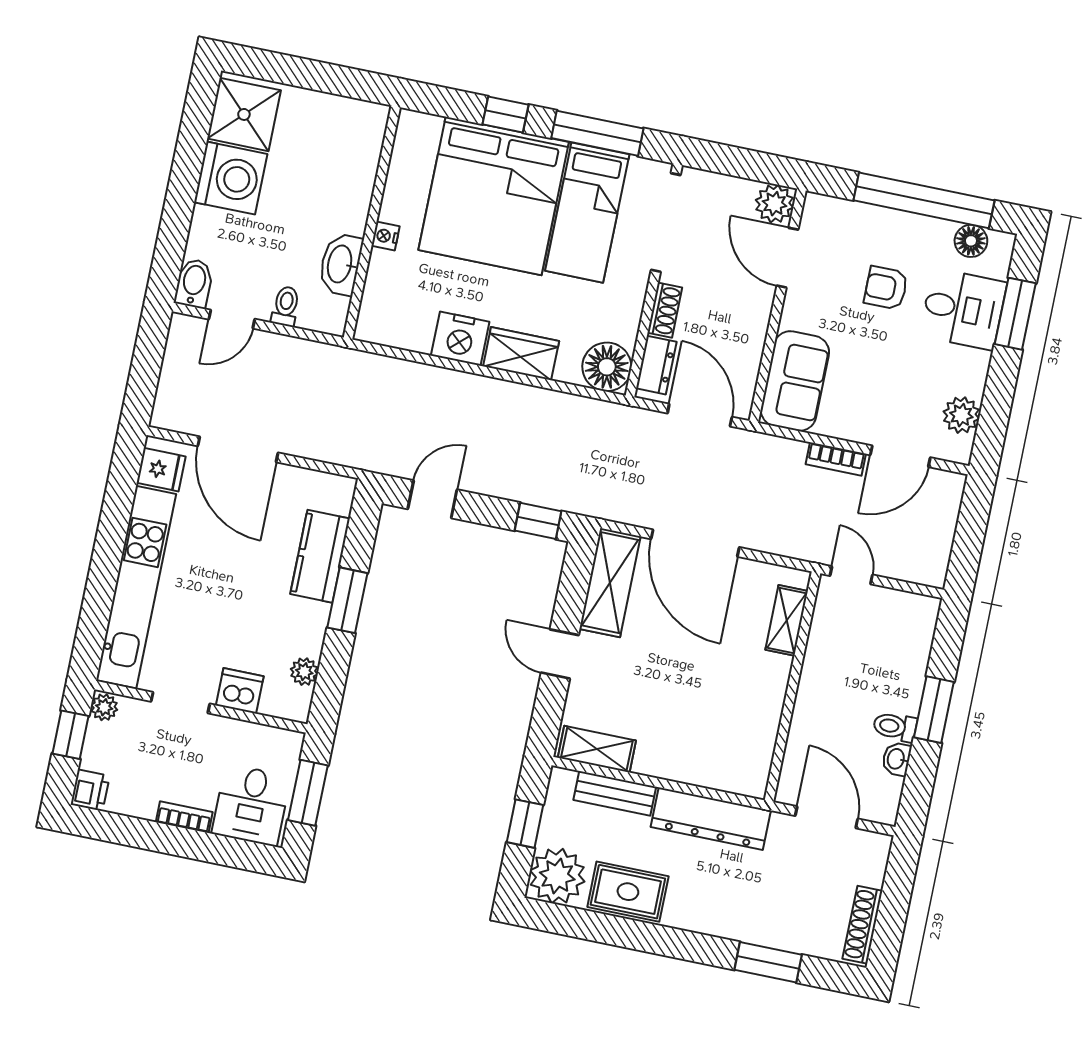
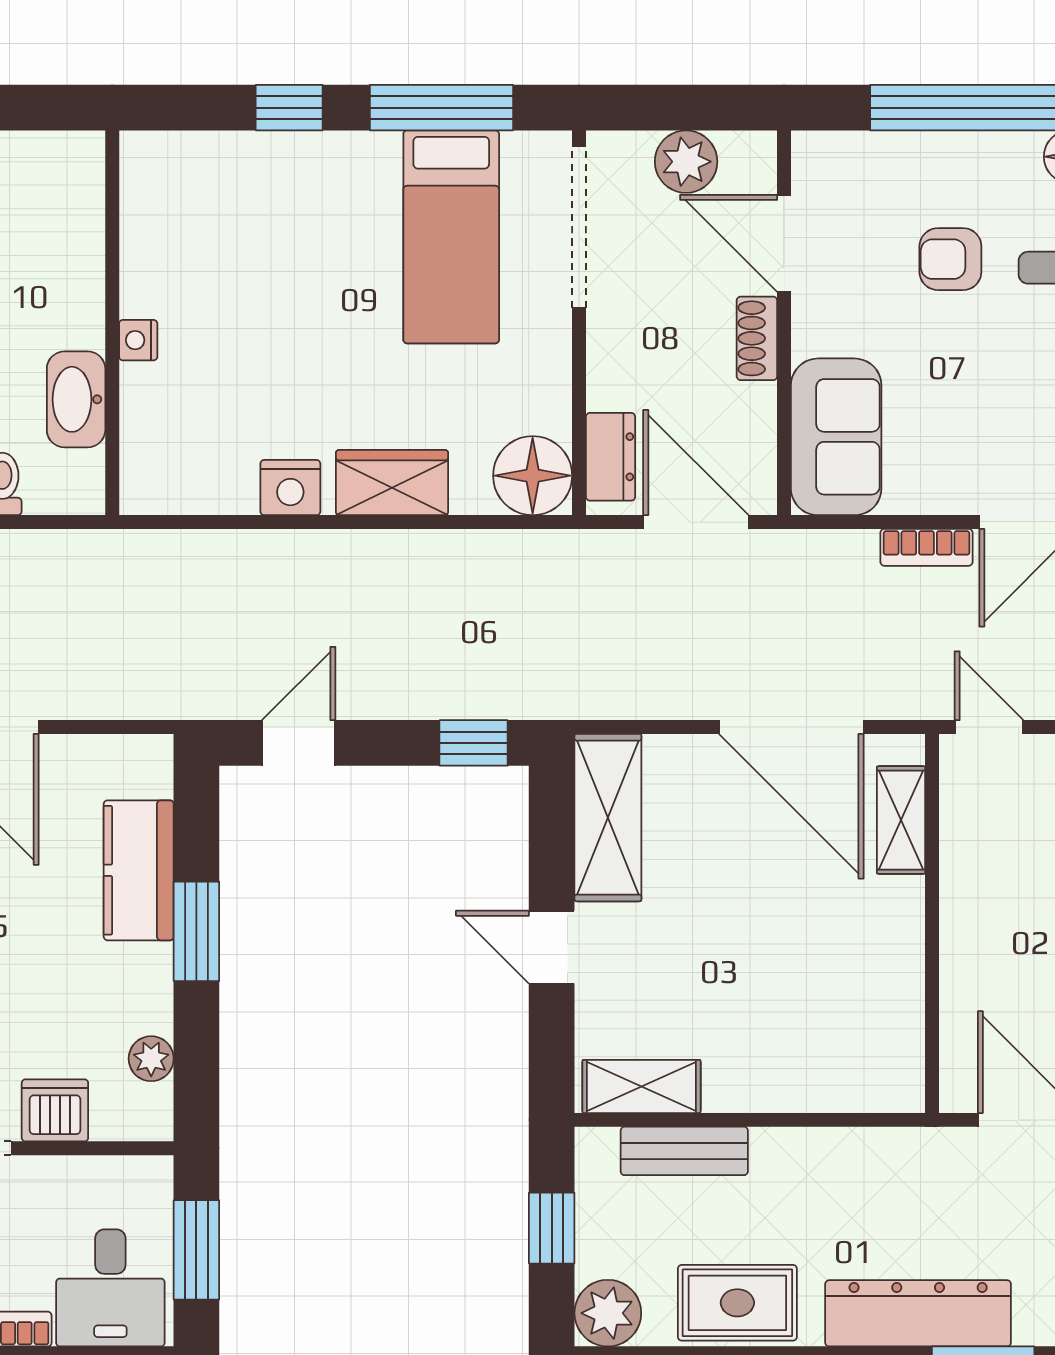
bed: (494, 196) -> (297, 241), removed
plant: (775, 204) -> (686, 162), moved
shoe rack: (665, 310) -> (757, 338), moved, turned 180
nightstand: (460, 339) -> (290, 488), width x0.74, depth x0.75
door: (695, 543) -> (791, 727), moved
dresser: (711, 819) -> (918, 1313), moved, turned 180
plant: (557, 876) -> (608, 1313), width x0.73, depth x0.73

